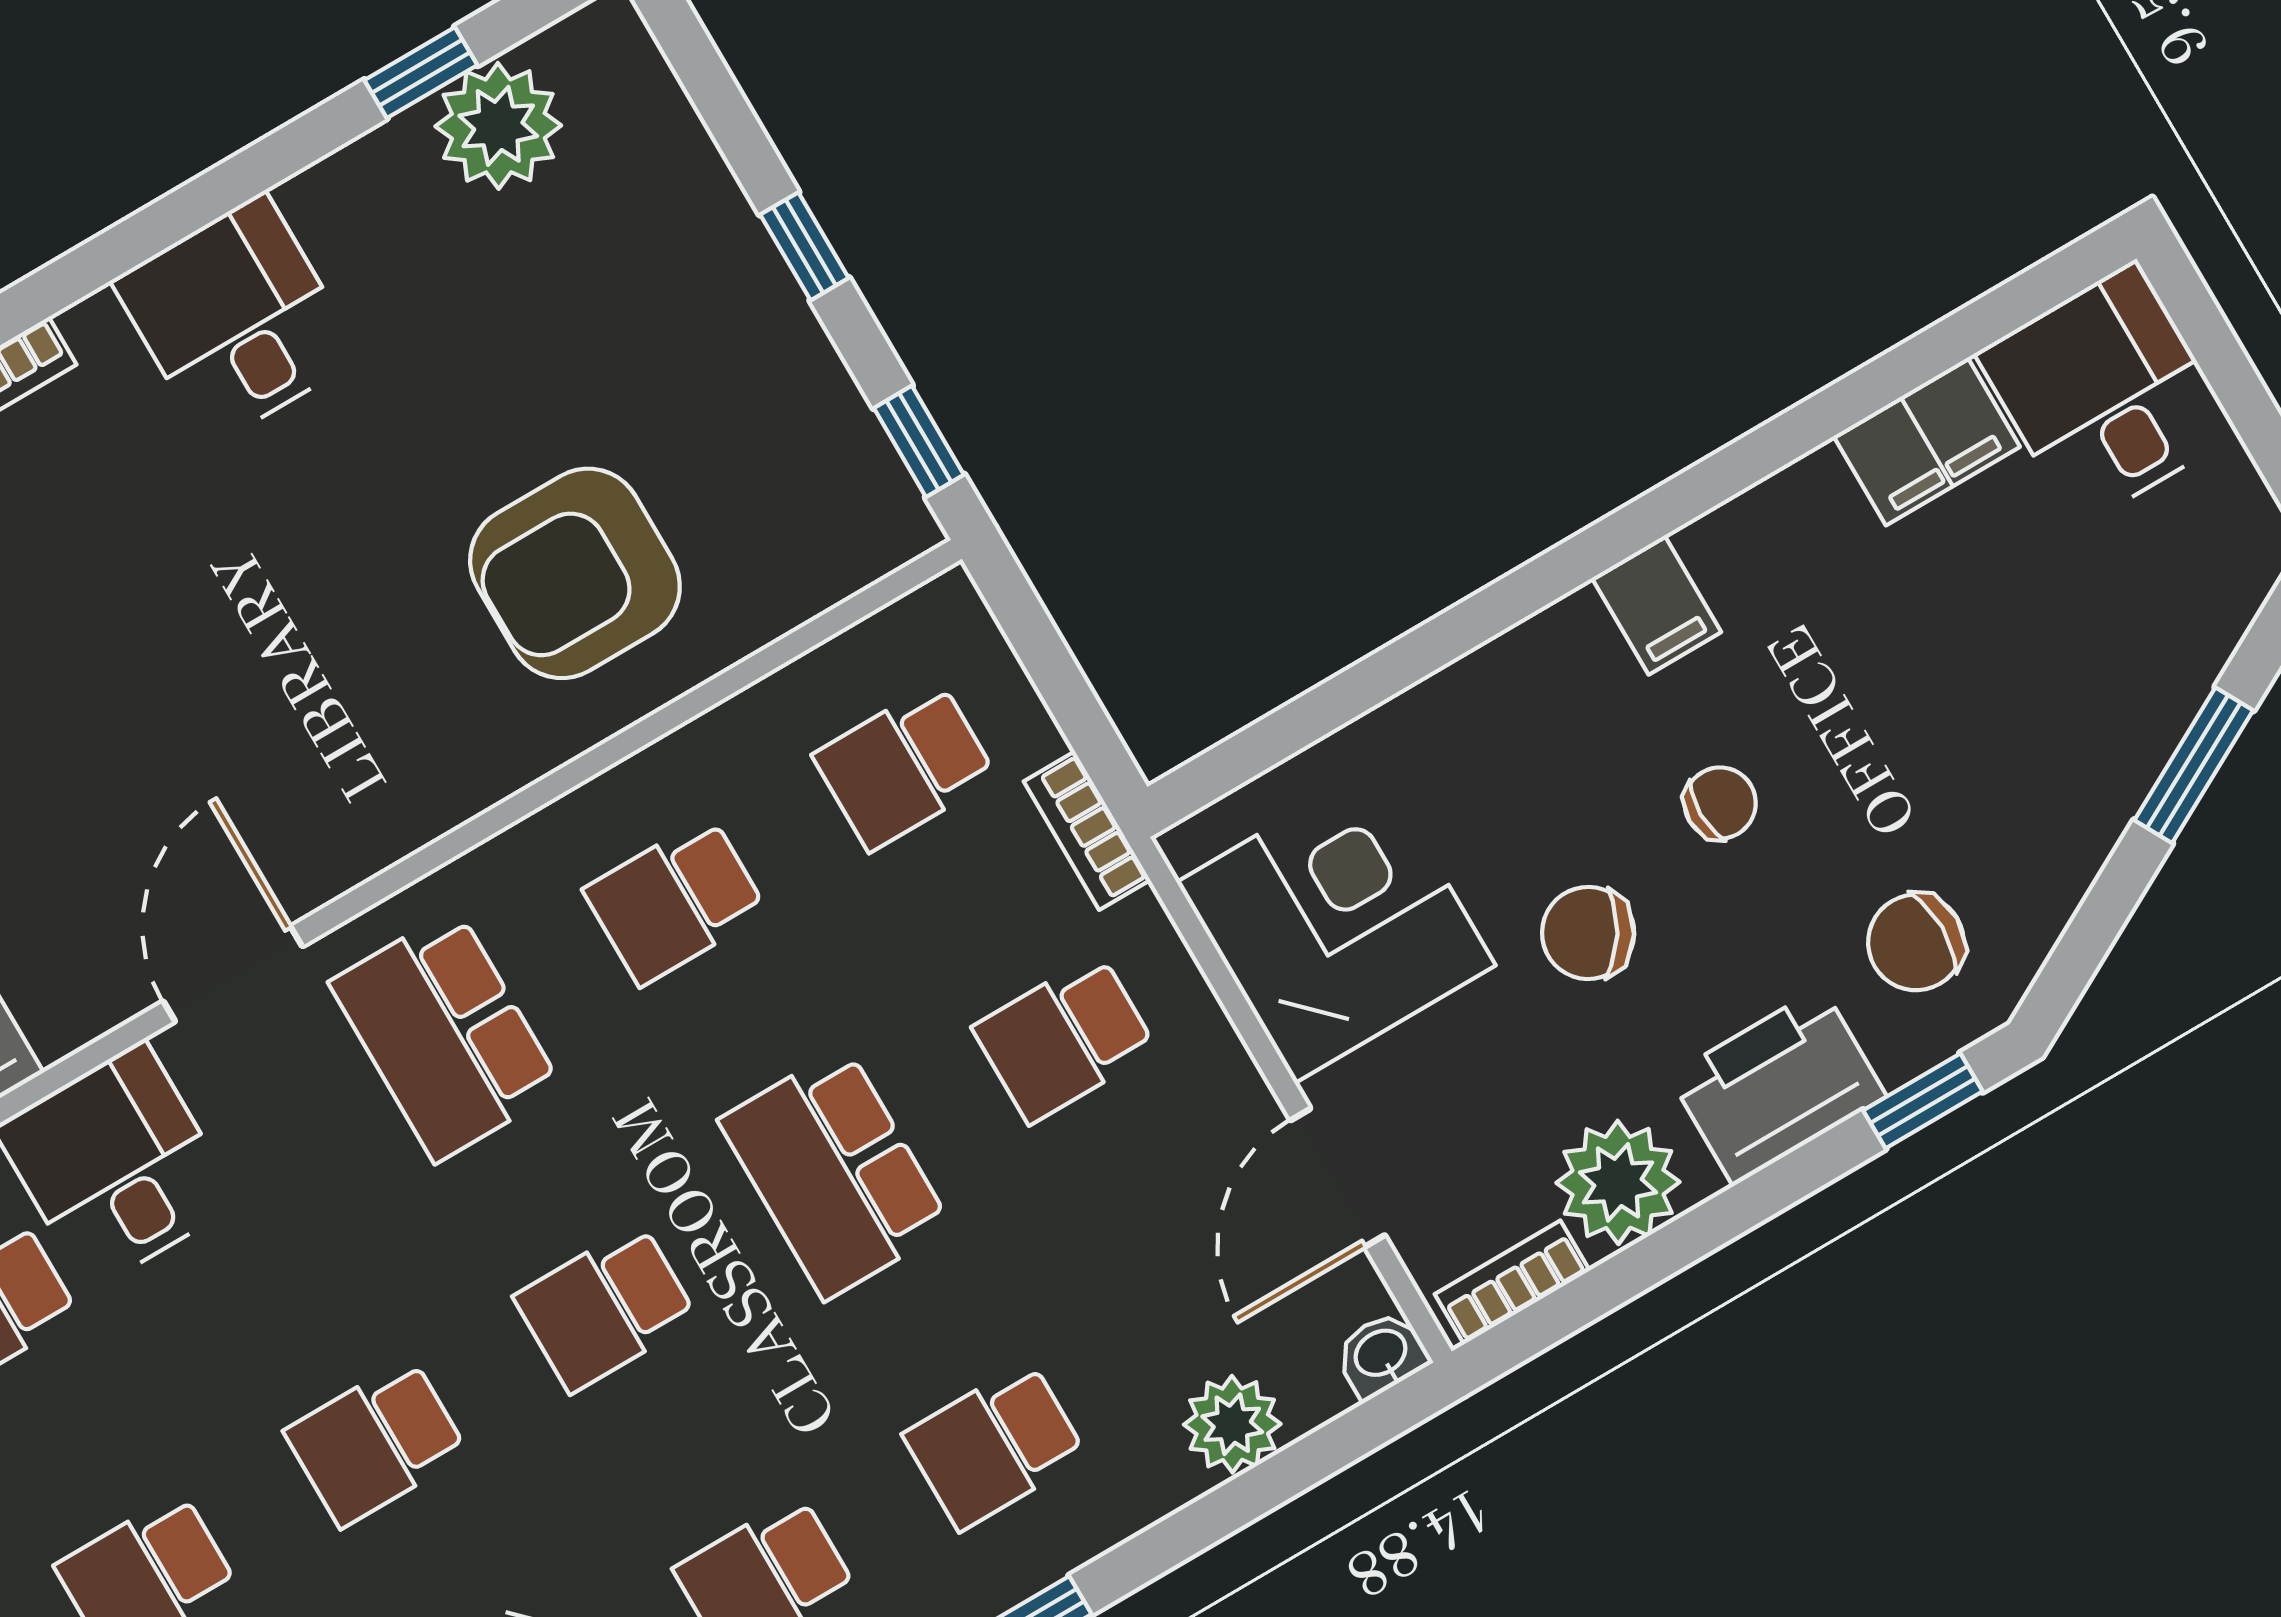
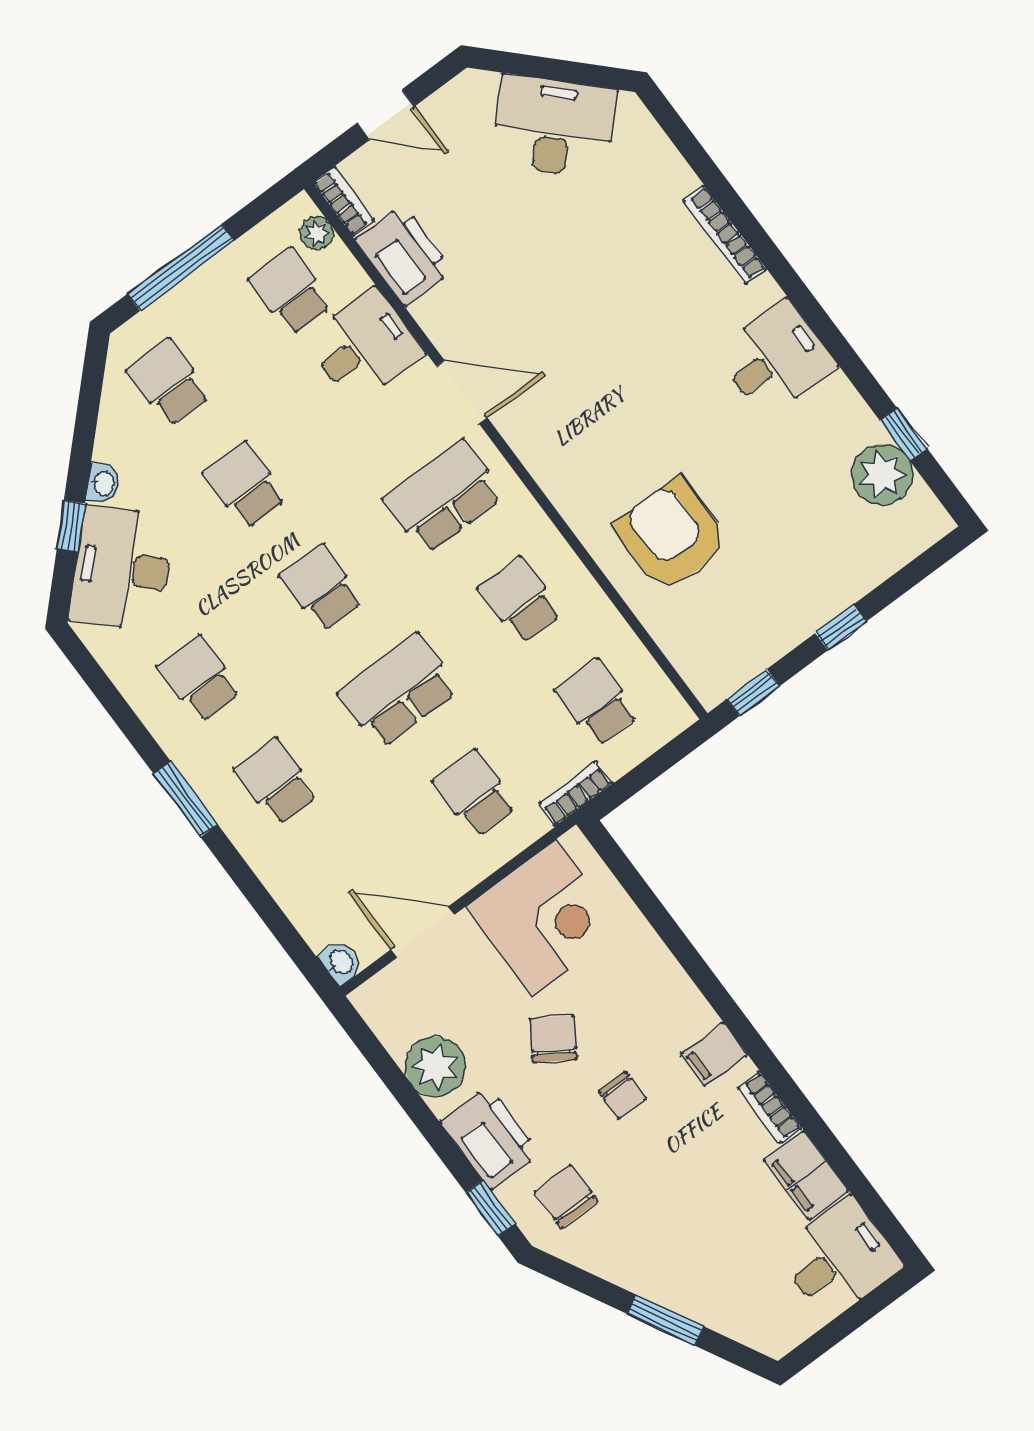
bookcase: (1512, 1282) -> (770, 1108), moved, turned 180
plant: (1232, 1424) -> (299, 895), removed

